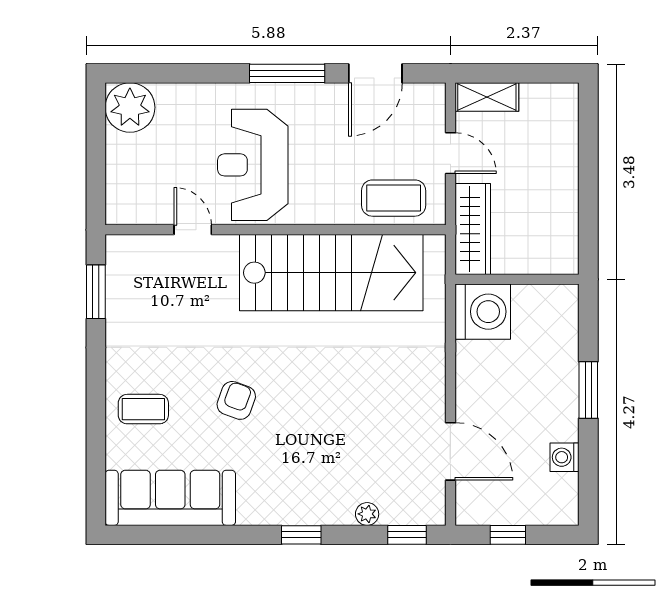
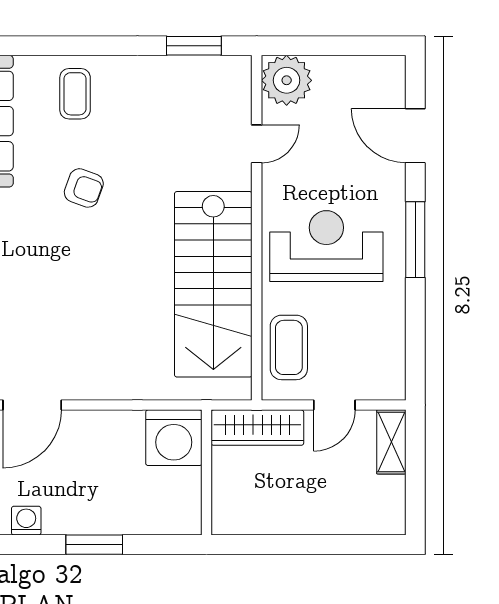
door: (375, 73) -> (415, 136), moved
plant: (130, 107) -> (287, 80), moved
reception desk: (253, 165) -> (326, 246), moved

